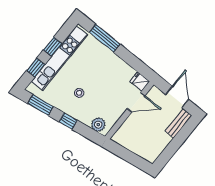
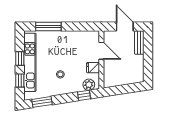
fridge: (140, 81) -> (93, 68), moved
door: (136, 102) -> (101, 51), hinge flipped
window: (68, 121) -> (84, 95), moved

